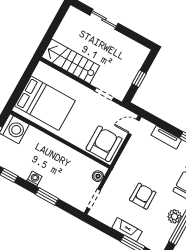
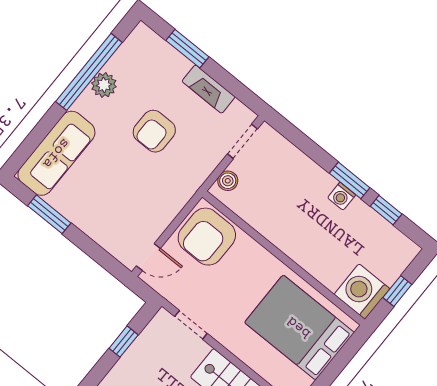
tv unit: (166, 137) -> (94, 228), removed
window: (47, 197) -> (350, 180), moved
fireplace: (127, 230) -> (209, 89), moved

